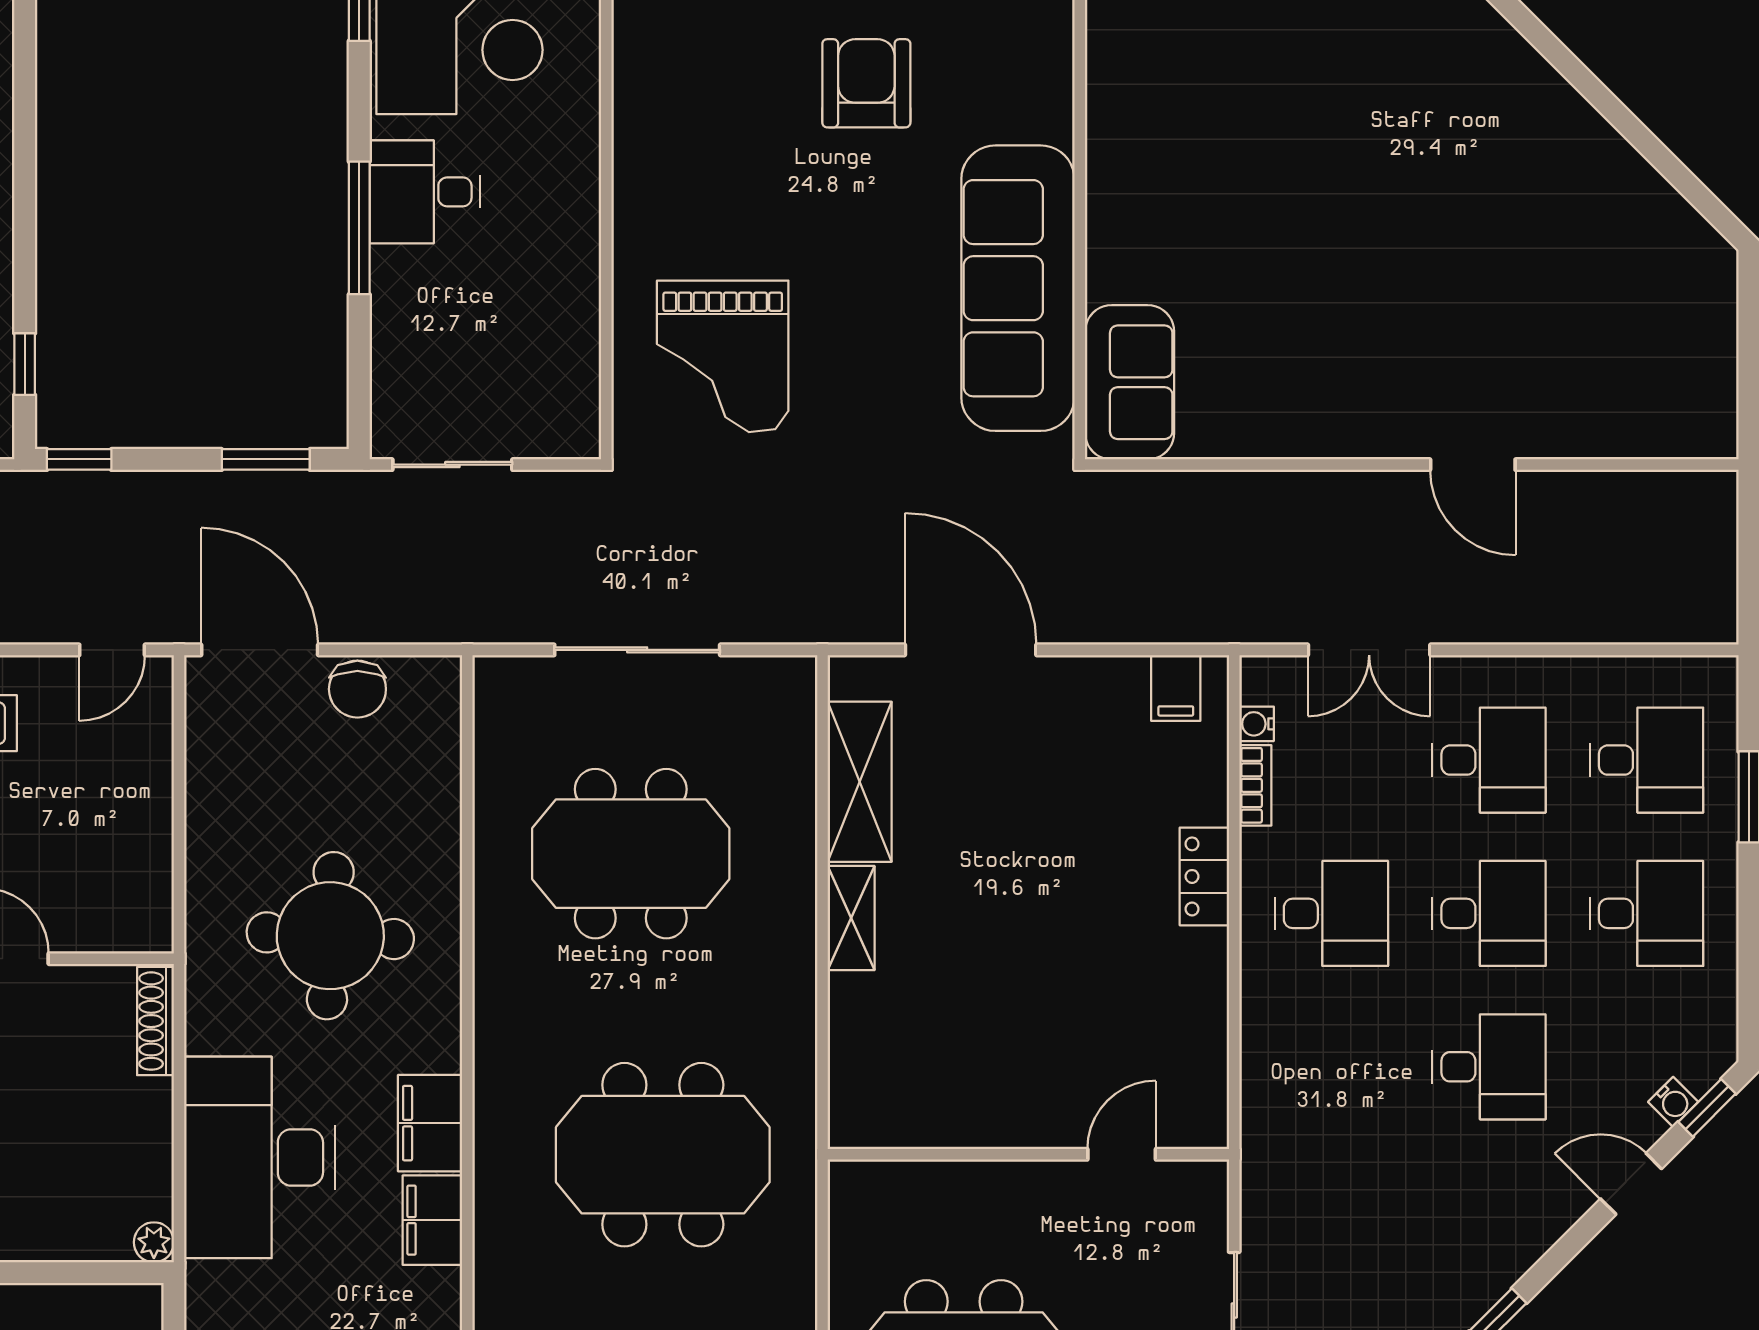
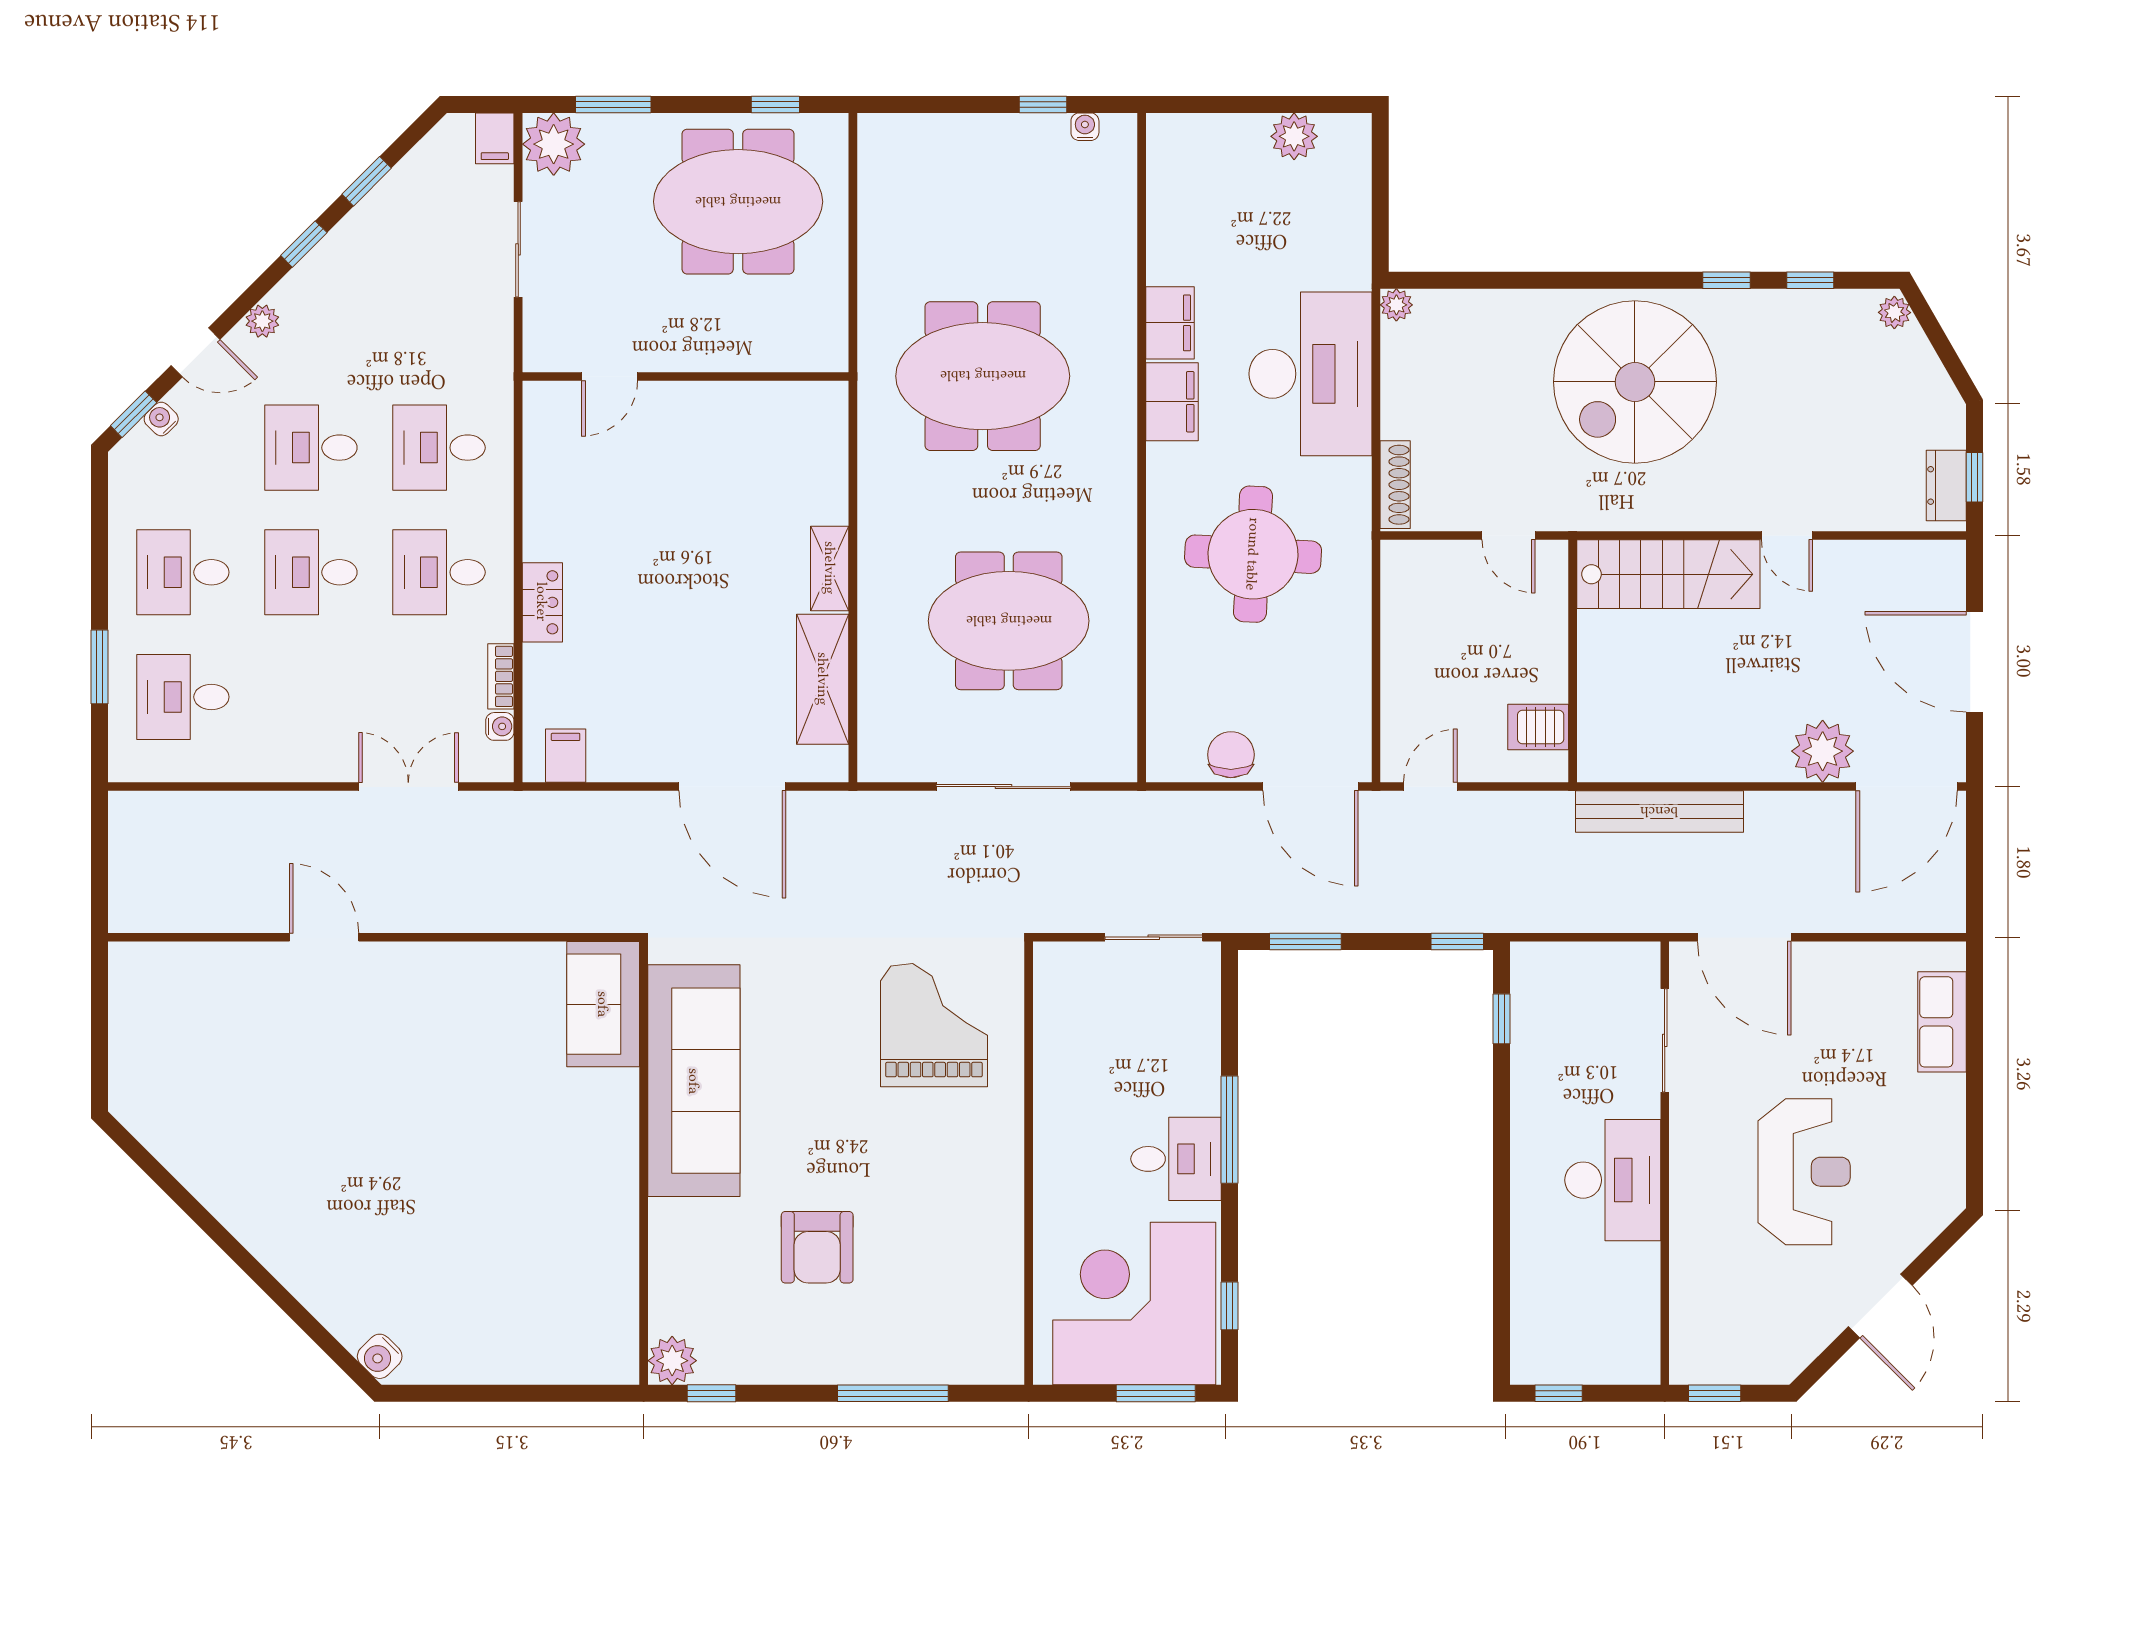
desk: (1489, 760) -> (439, 448), moved
plant: (1549, 1222) -> (262, 321), added

